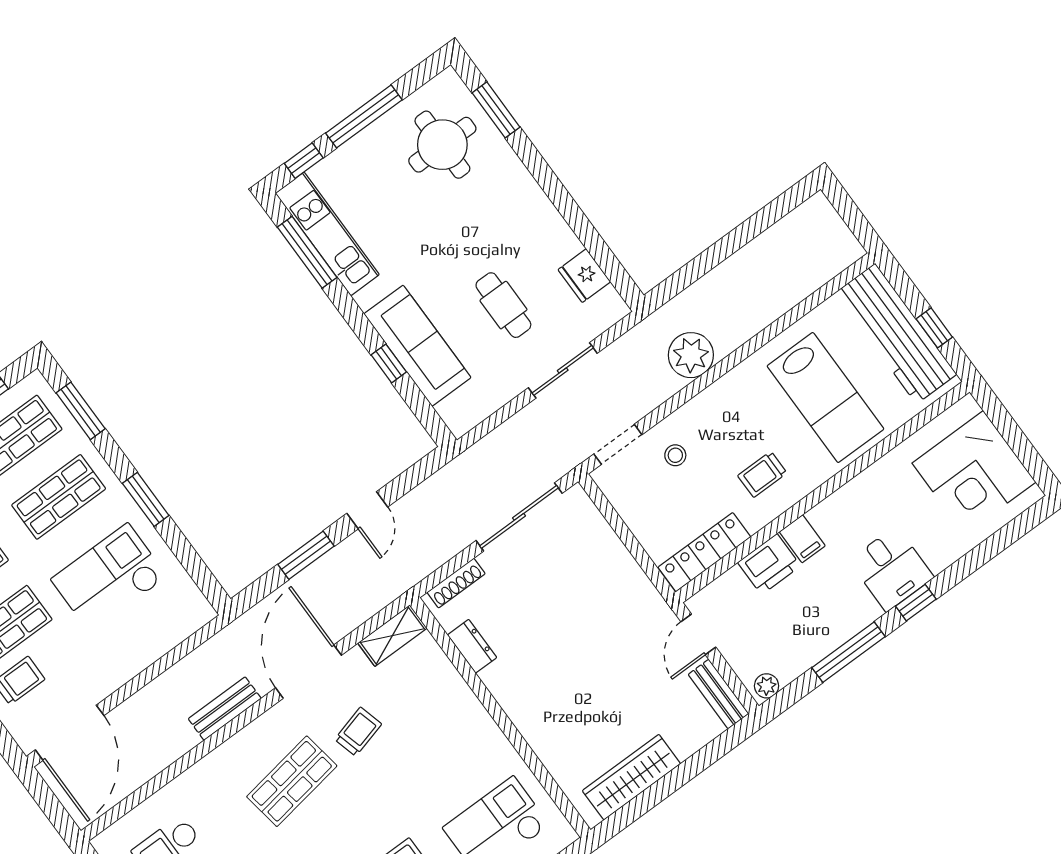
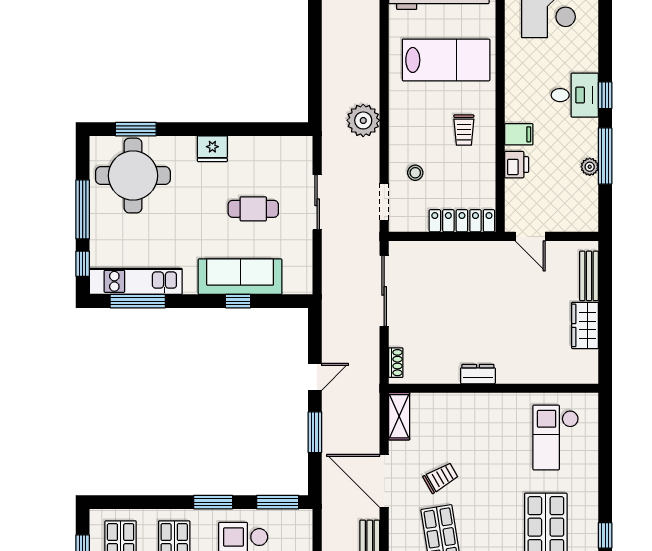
round table: (442, 145) -> (133, 176), width x1.36, depth x1.36
fridge: (584, 276) -> (212, 149), moved
window: (81, 411) -> (278, 502), moved
door: (367, 510) -> (315, 377), hinge flipped
locker: (704, 552) -> (462, 221), moved, turned 90
printer: (769, 564) -> (517, 165), width x0.73, depth x0.81
shoe rack: (456, 583) -> (396, 363), width x0.70
dresser: (472, 646) -> (478, 374), moved
plant: (767, 686) -> (590, 167), moved
bench: (718, 694) -> (589, 276), moved, turned 90
trolley: (358, 732) -> (441, 478), turned 75
wardrobe: (631, 777) -> (585, 325), width x0.67

